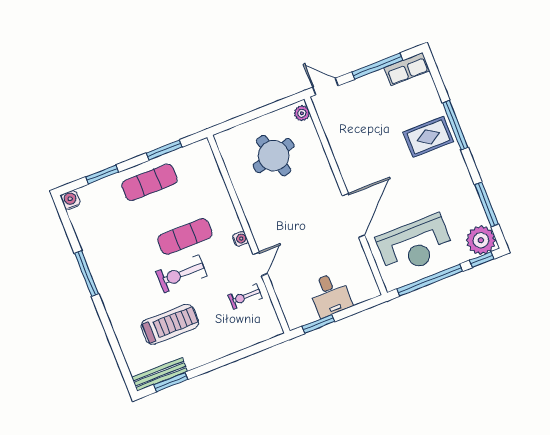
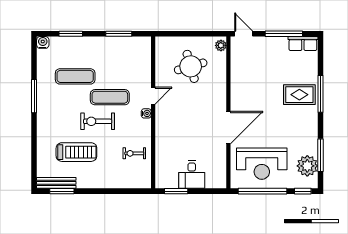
exercise mat: (149, 182) -> (75, 76), moved
plant: (481, 240) -> (307, 166), moved
door: (260, 264) -> (153, 96), moved

